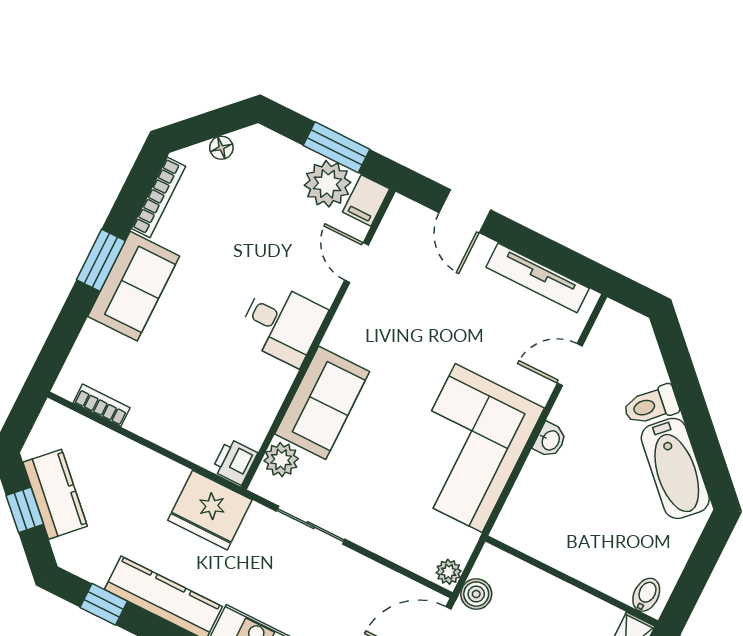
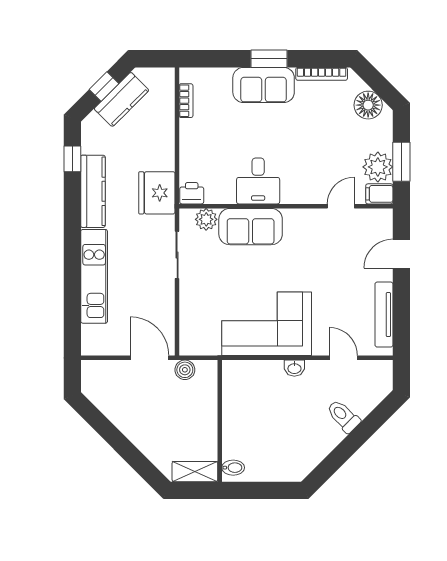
floor lamp: (221, 148) -> (368, 105), width x1.89, depth x1.89
desk: (282, 324) -> (258, 181), moved
bathtub: (675, 468) -> (314, 448), removed
plant: (449, 572) -> (190, 348), removed

